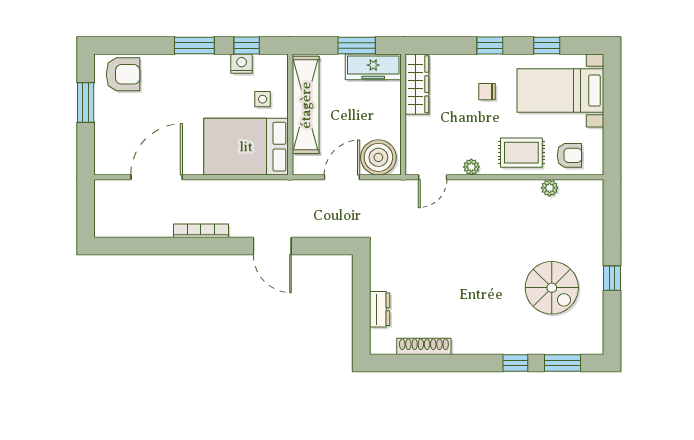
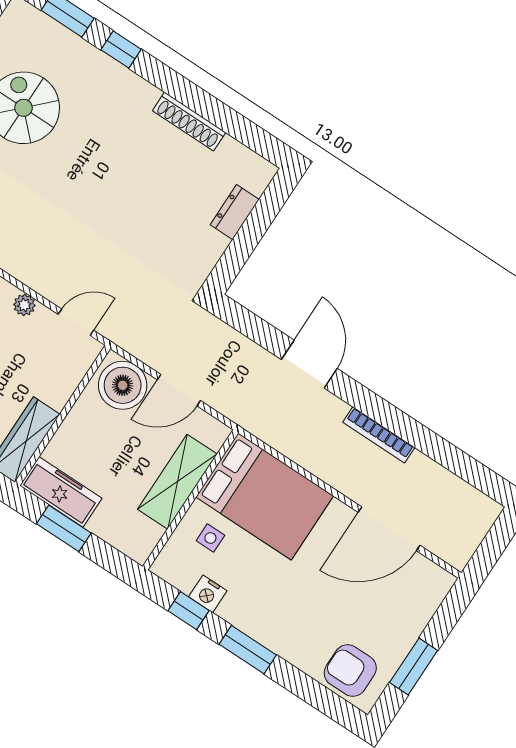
shelving: (306, 105) -> (177, 482), width x0.68
shoe rack: (424, 346) -> (189, 122), moved

